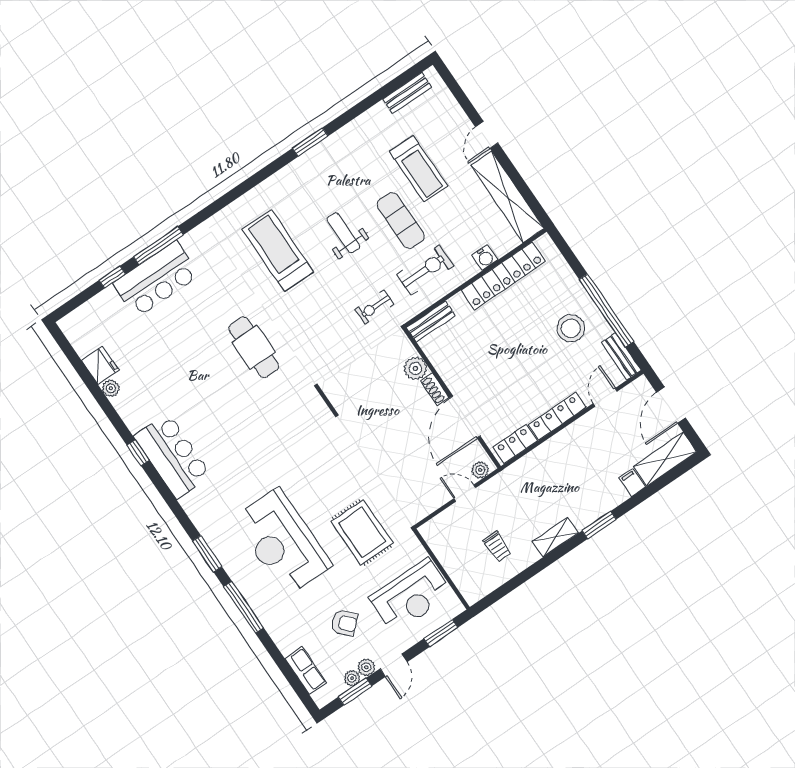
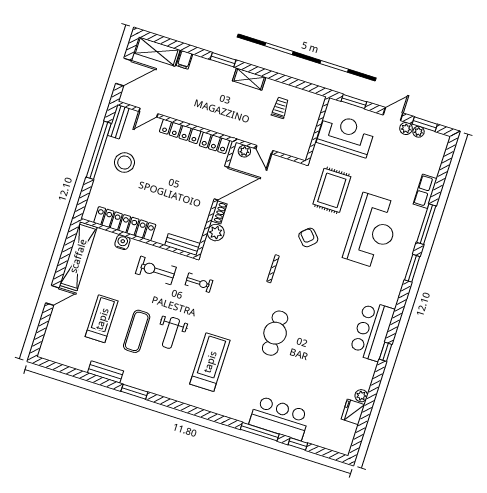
bench: (407, 93) -> (106, 372), moved
exercise mat: (401, 220) -> (137, 331), moved
treadmill: (278, 251) -> (210, 362), turned 180
armchair: (344, 623) -> (308, 237), moved
row of seats: (306, 670) -> (425, 191), moved

